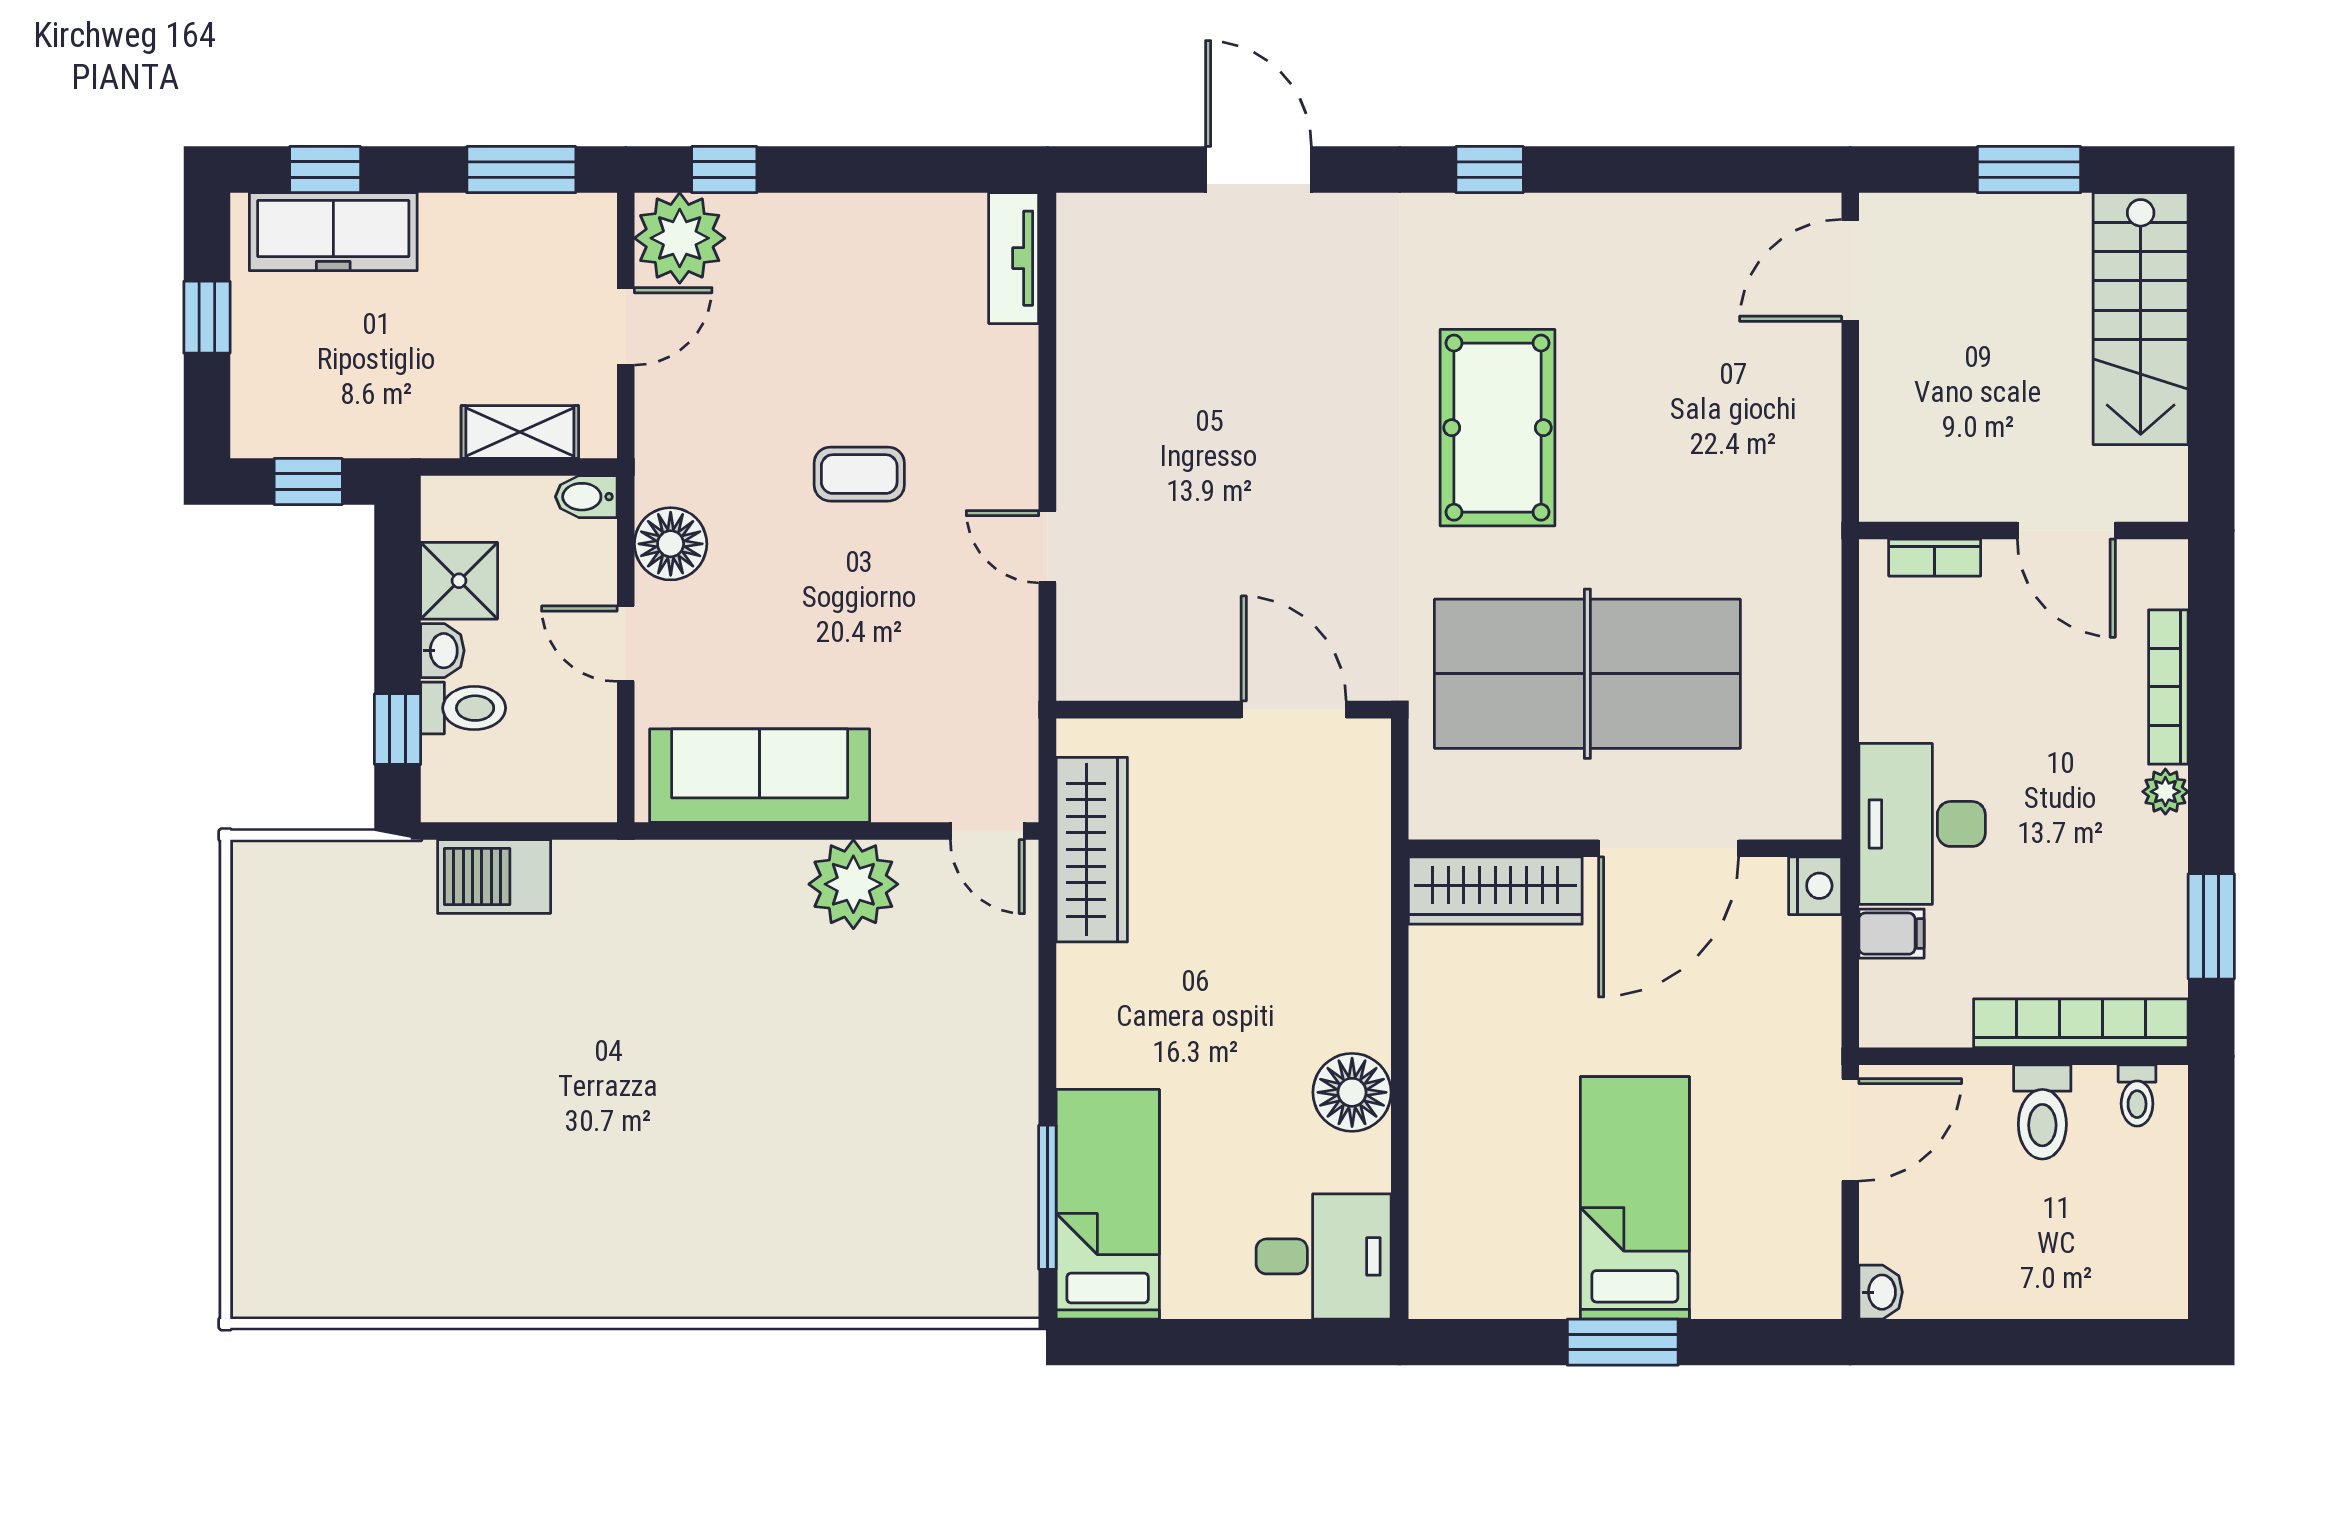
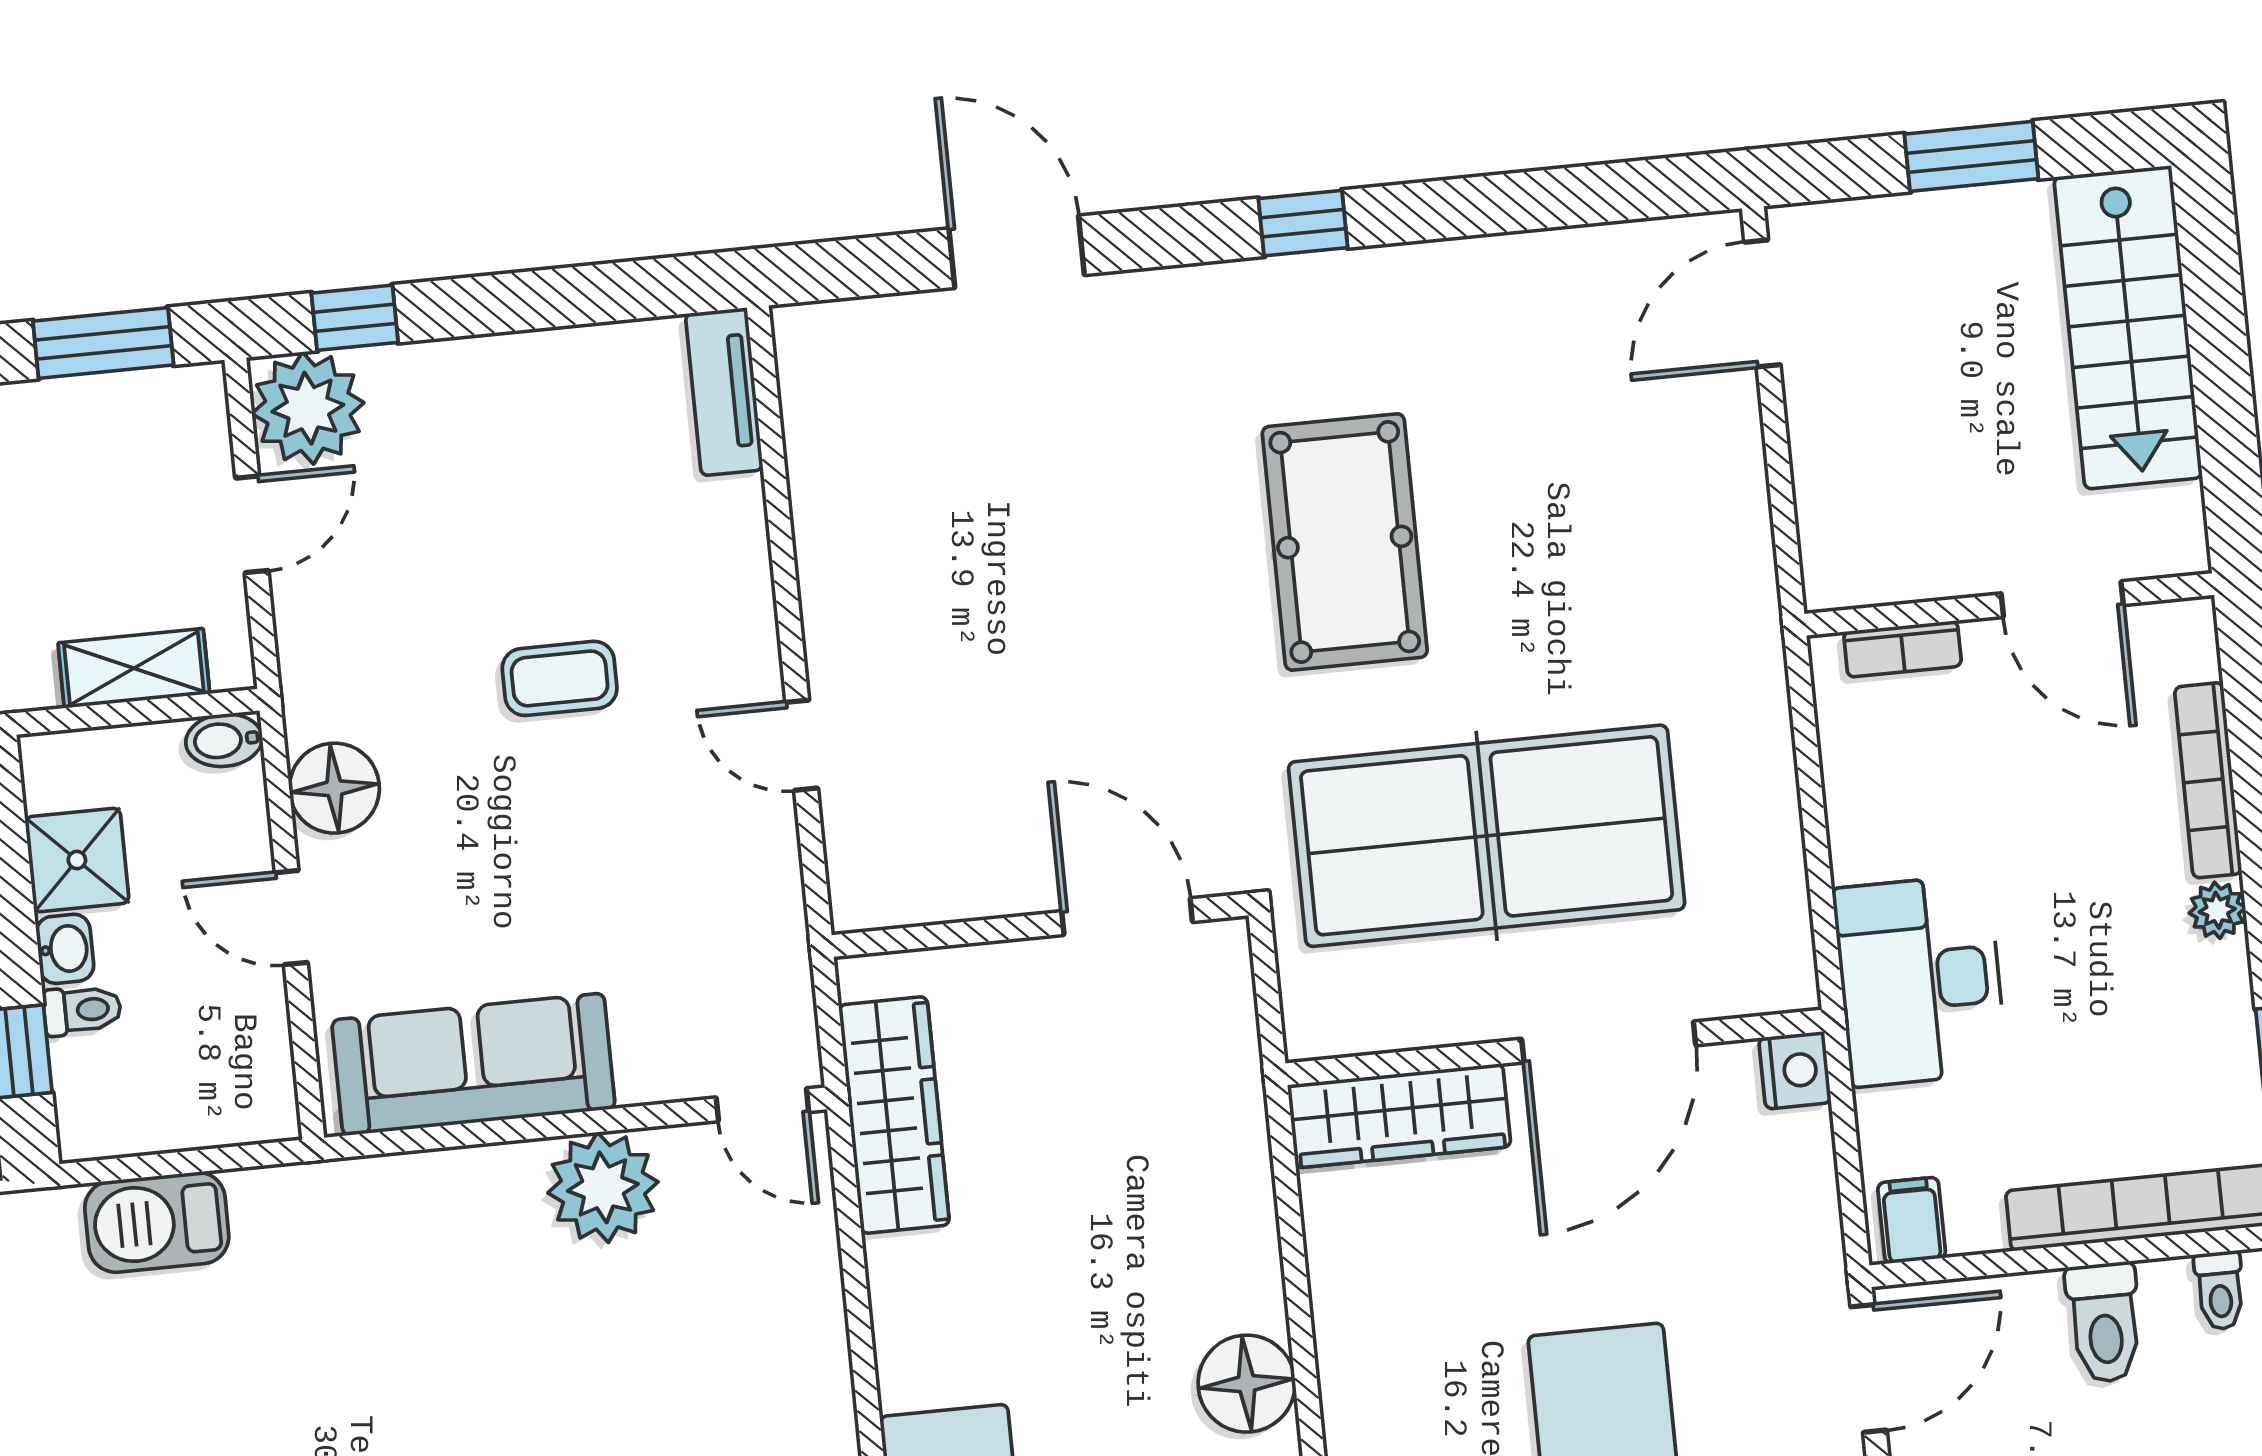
toilet: (463, 708) -> (82, 1010), width x0.73, depth x0.72
filing cabinet: (1892, 934) -> (1912, 1220), moved, turned -90

